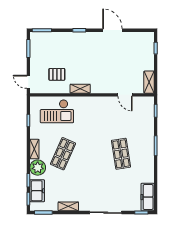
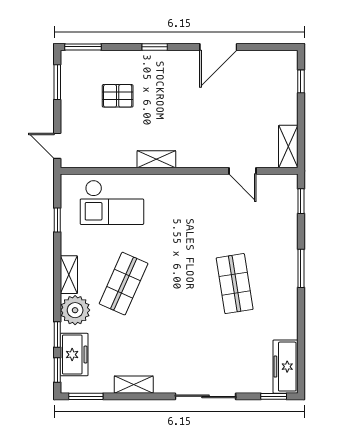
door: (112, 30) -> (218, 47), swing flipped
pallet: (57, 74) -> (118, 96), moved

